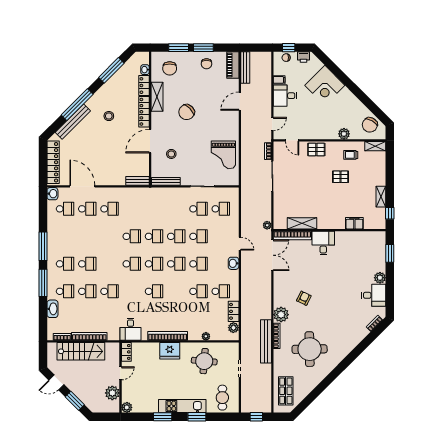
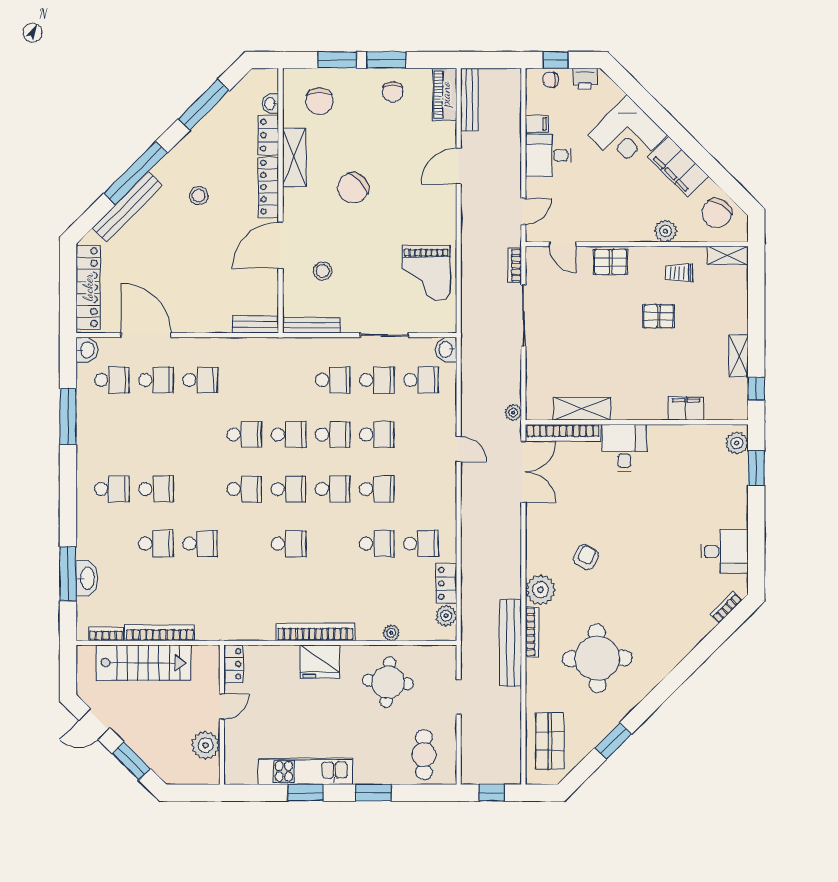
filing cabinet: (350, 101) -> (678, 166), added
window: (43, 246) -> (68, 416), moved
washbasin: (234, 263) -> (446, 350), moved
plant: (380, 278) -> (737, 443), moved
window: (43, 283) -> (68, 574), moved
school desk: (65, 291) -> (333, 380), moved
desk: (131, 329) -> (242, 619), removed
window: (318, 391) -> (613, 741), added
kitchen unit: (182, 406) -> (305, 771), moved
plant: (127, 407) -> (234, 774), removed

